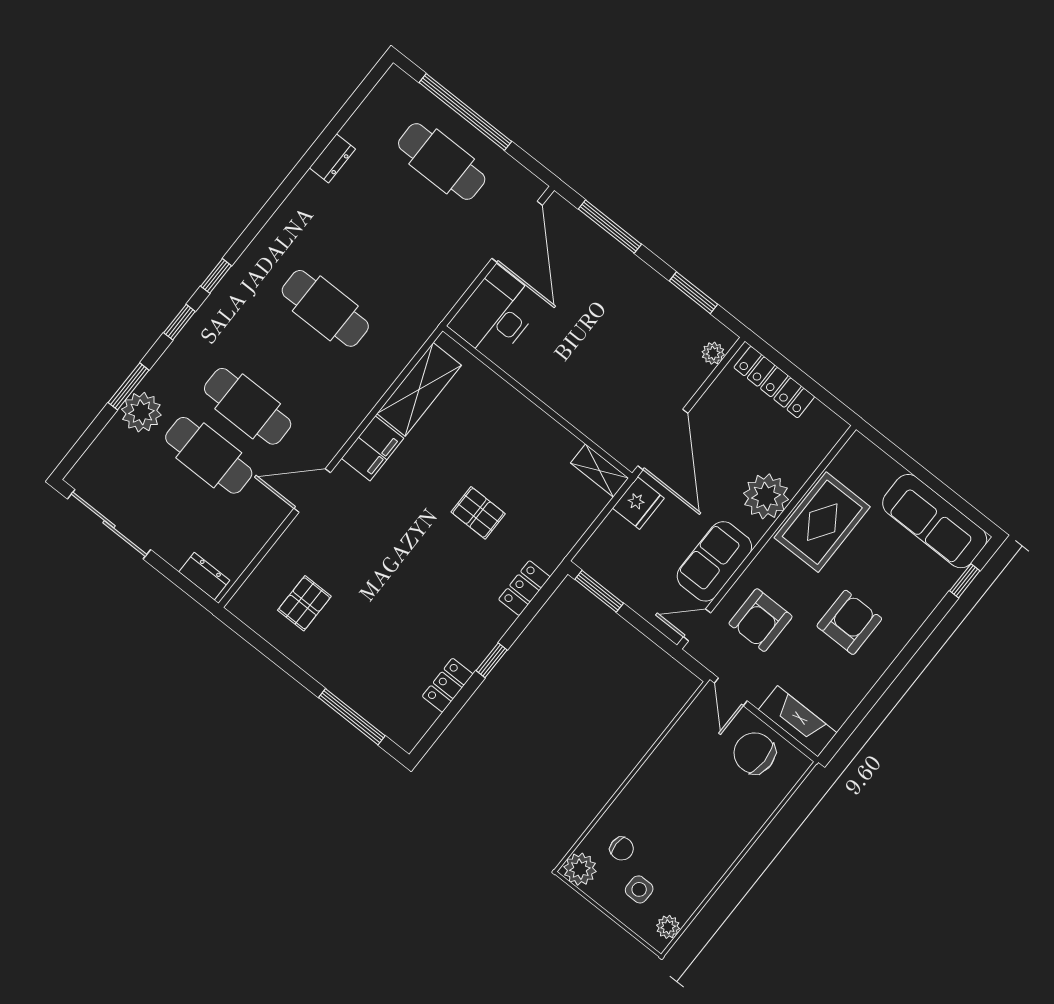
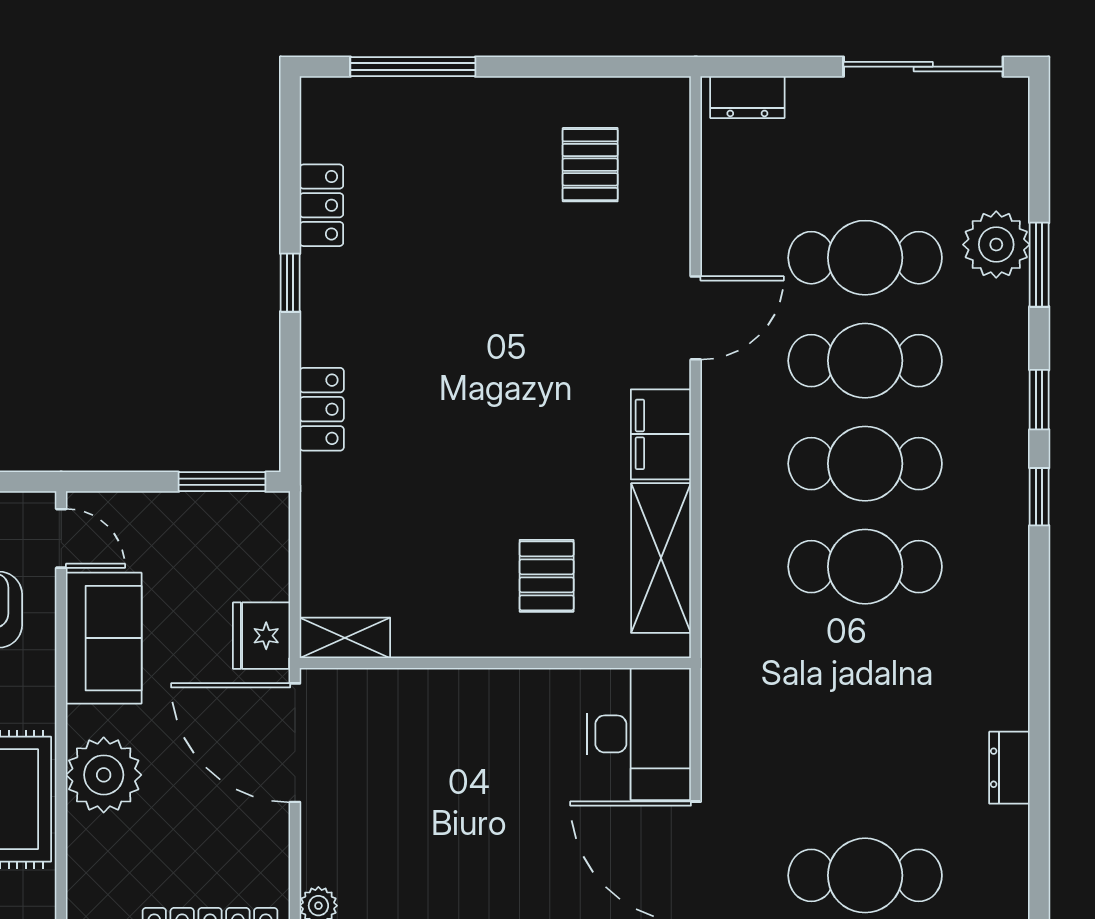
cafe table: (286, 357) -> (865, 464), added
pallet: (478, 513) -> (547, 576), moved, turned 90
door: (697, 625) -> (61, 538), hinge flipped

